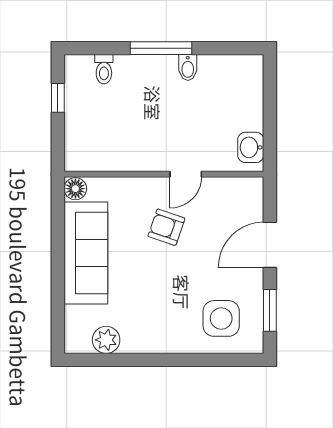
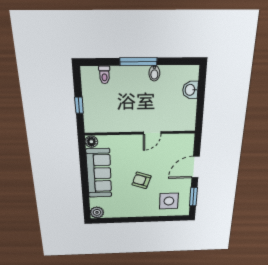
window: (58, 98) -> (79, 105), moved
washbasin: (251, 147) -> (190, 90), moved
armchair: (166, 227) -> (141, 180), moved
plant: (106, 340) -> (97, 212), moved

